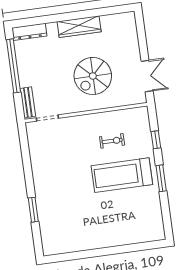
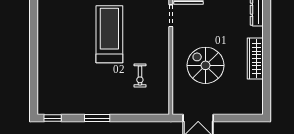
window: (156, 140) -> (53, 118), moved
treadmill: (122, 175) -> (109, 34), moved

